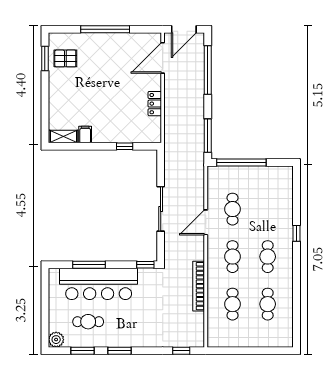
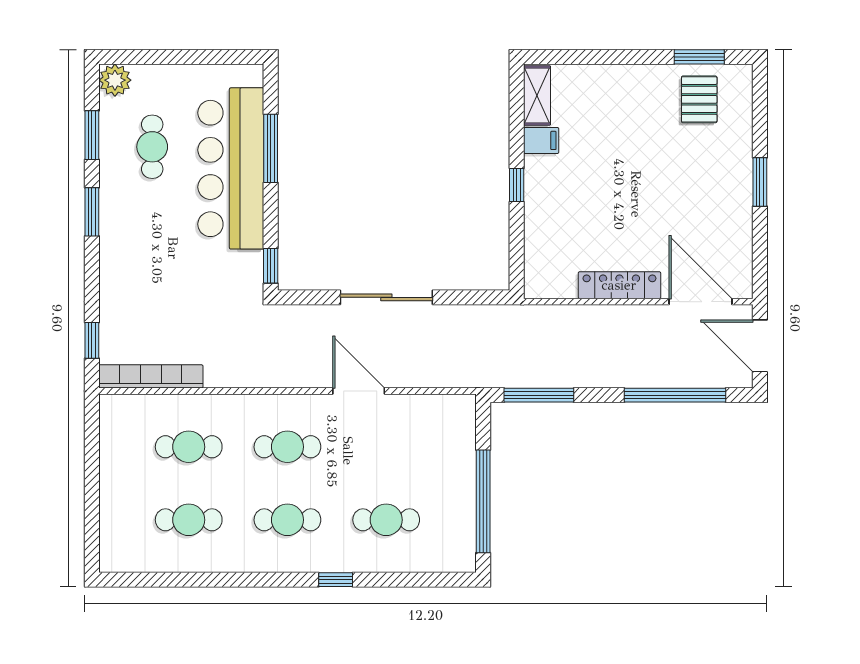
window: (105, 29) -> (760, 182), width x0.47
locker: (155, 104) -> (619, 285), width x1.53
window: (125, 146) -> (517, 185), moved
window: (241, 162) -> (483, 501), moved
cafe table: (233, 209) -> (386, 520), moved
bookcase: (199, 286) -> (151, 376), moved

